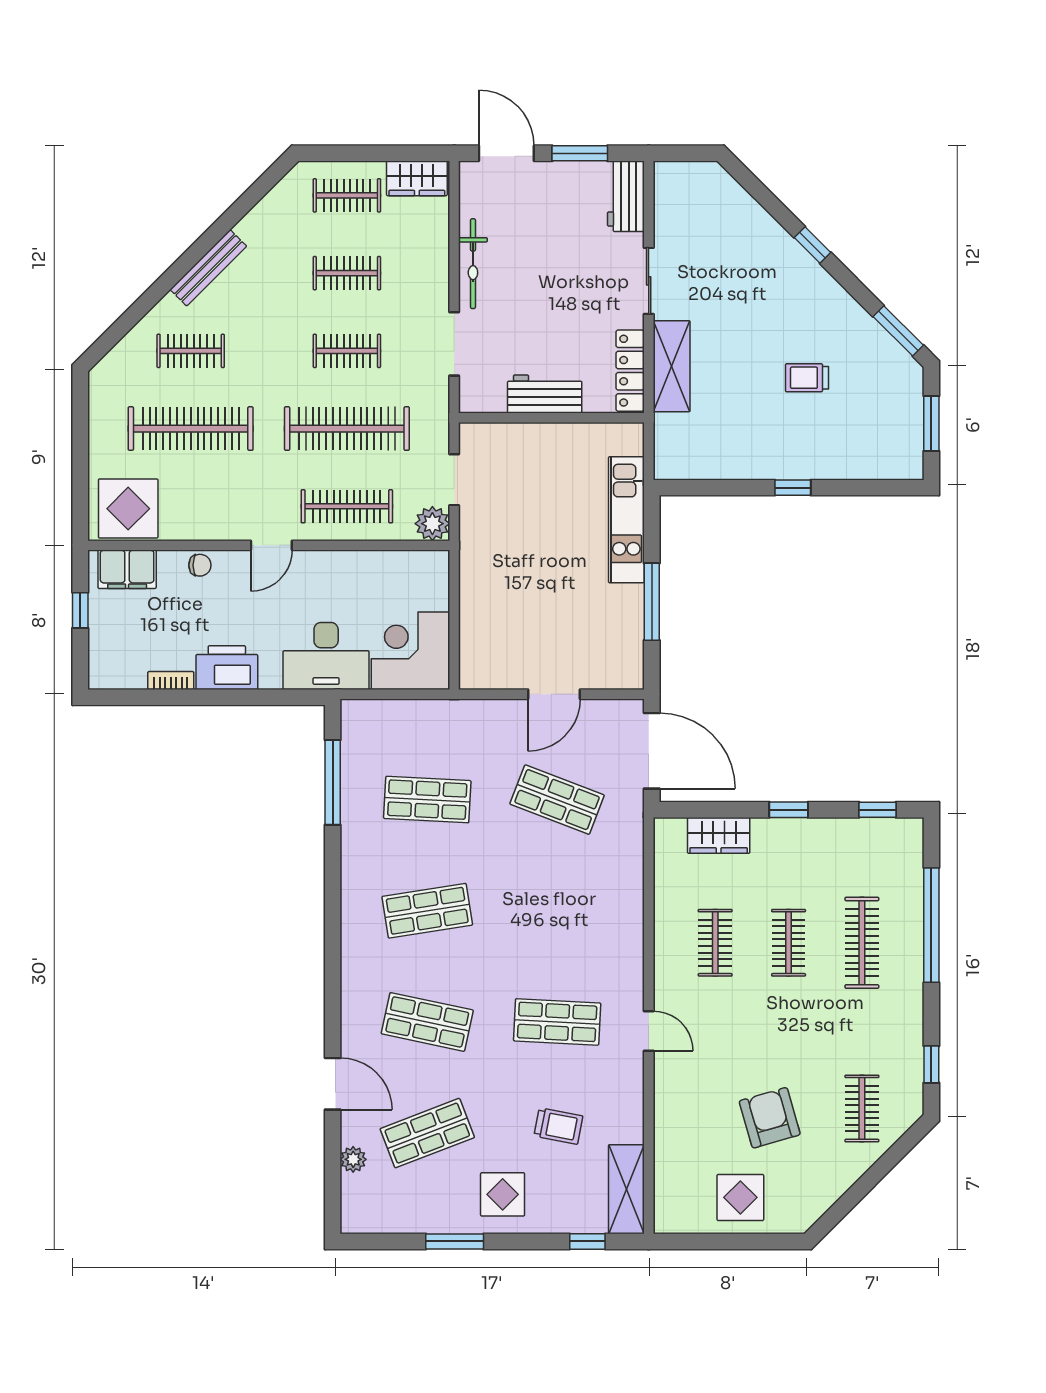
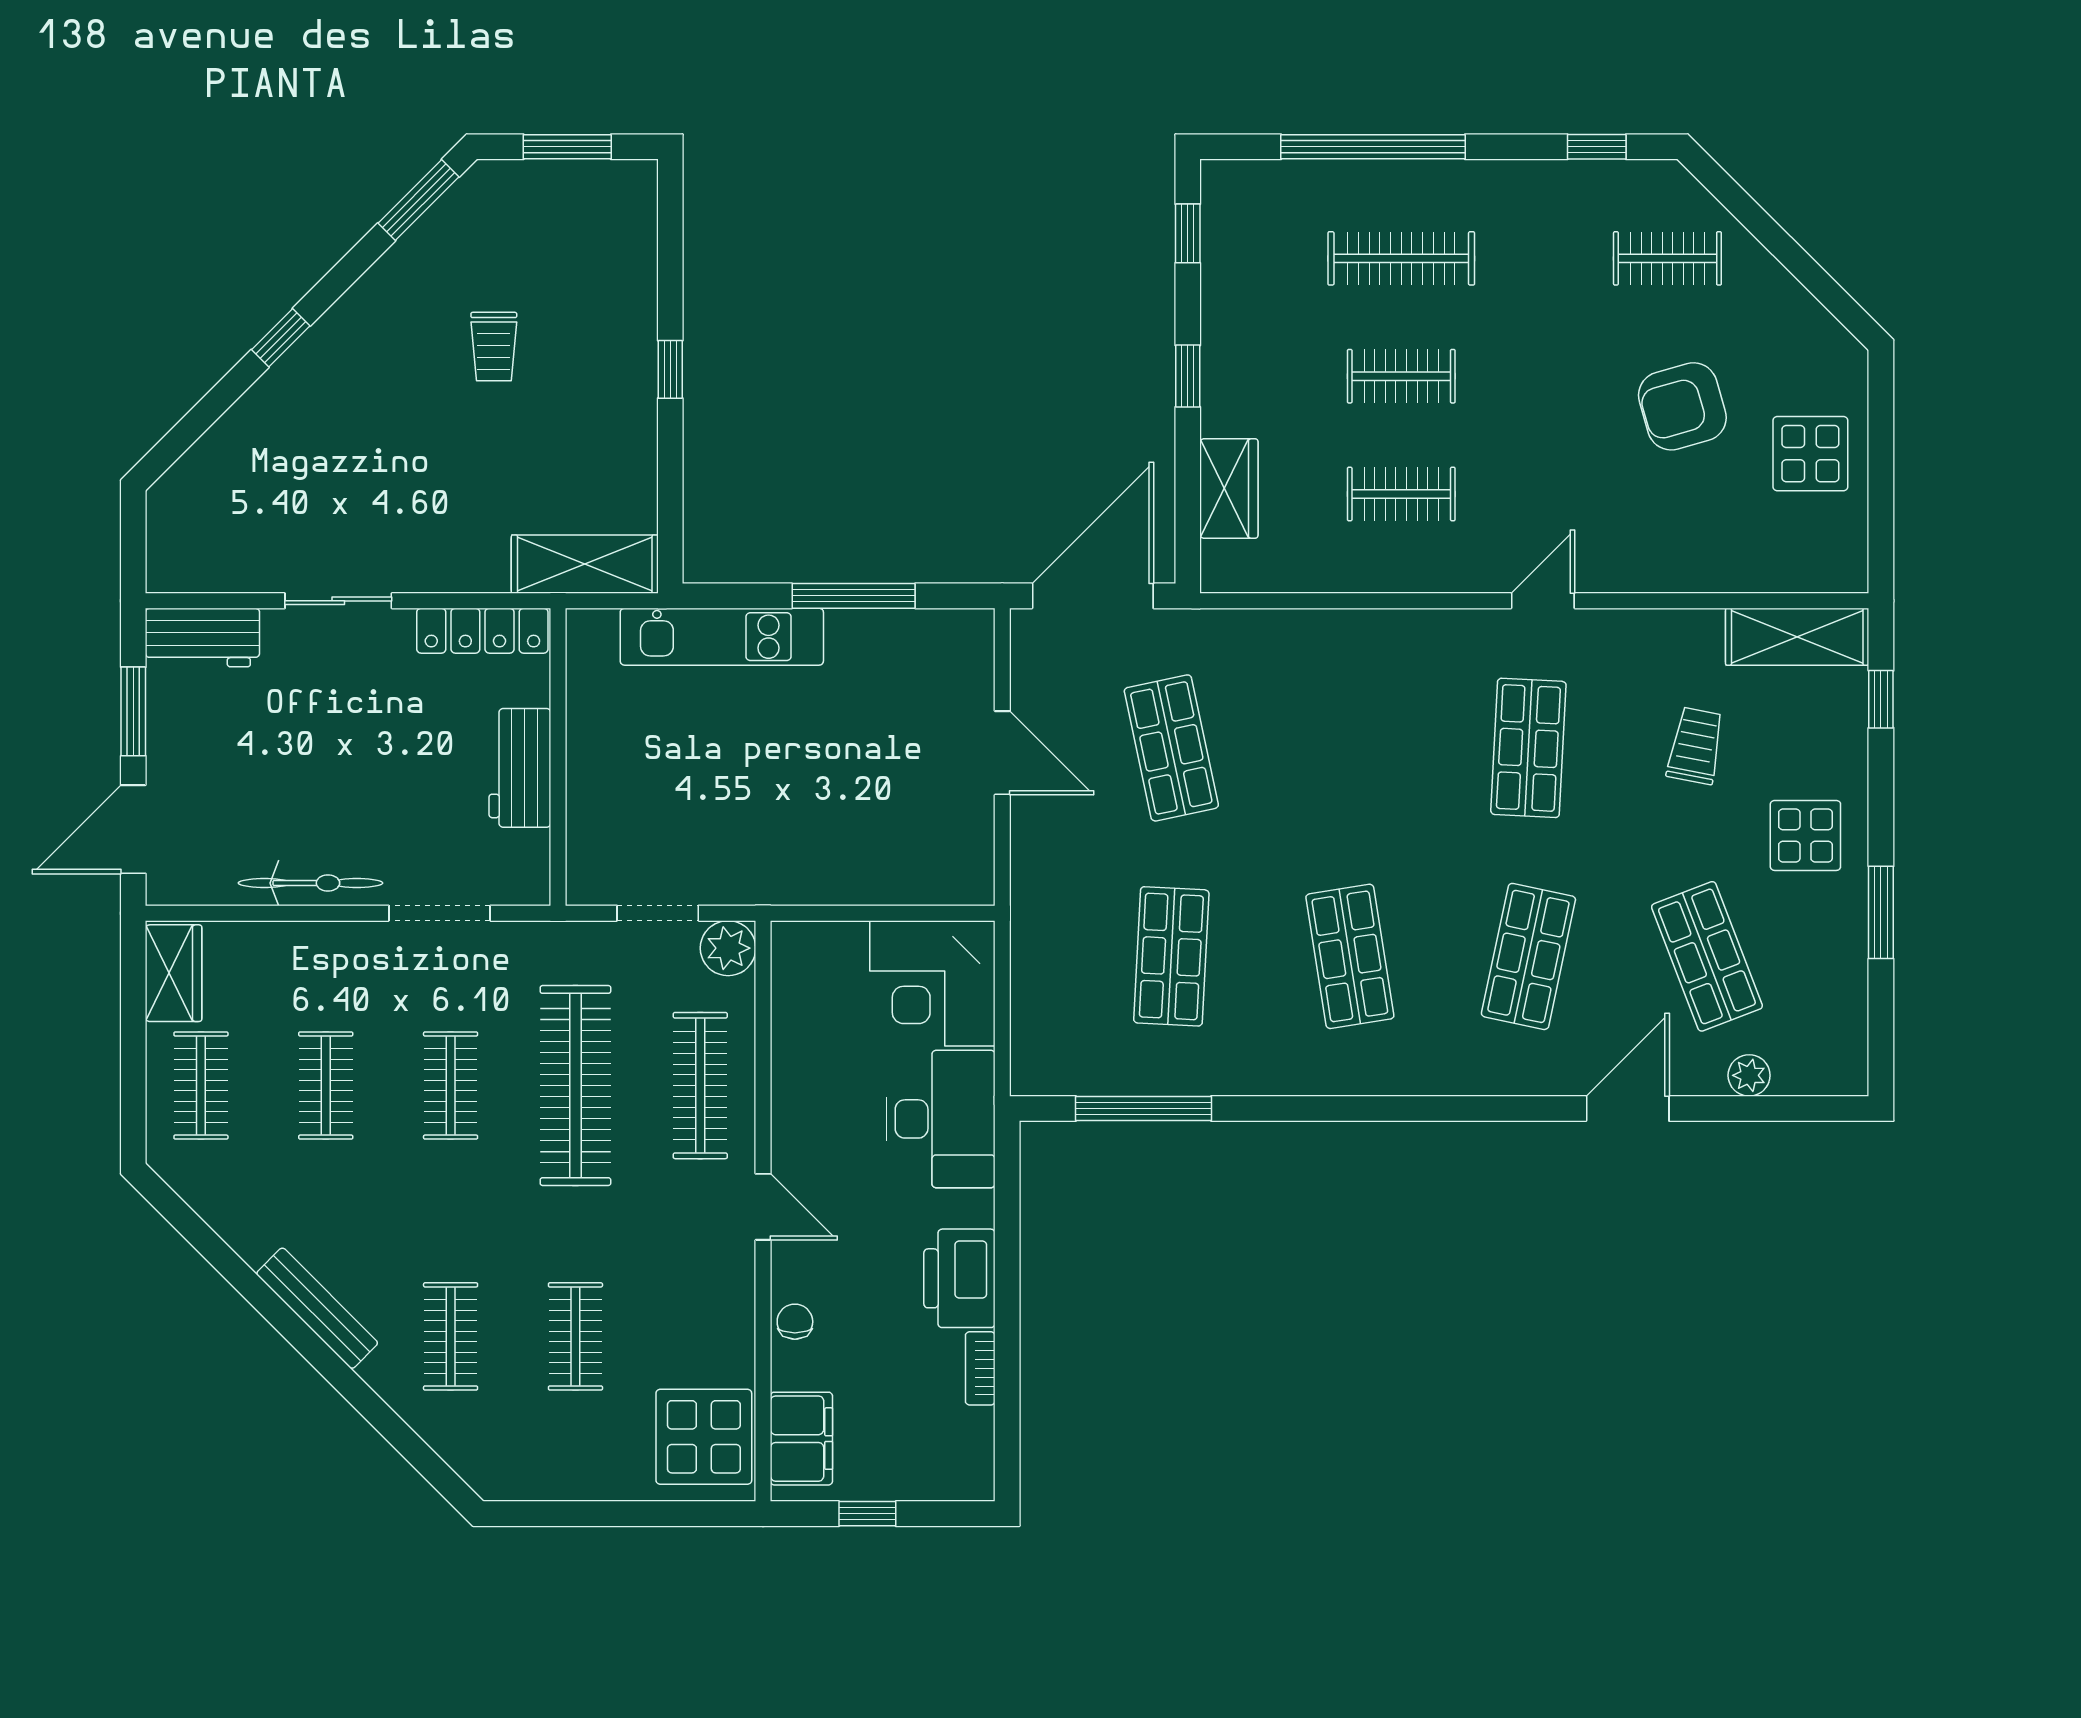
shelving: (672, 366) -> (585, 564), moved
clothes rail: (191, 429) -> (575, 1336), width x0.54, depth x0.76
shop shelf: (557, 800) -> (1171, 748), turned -33

